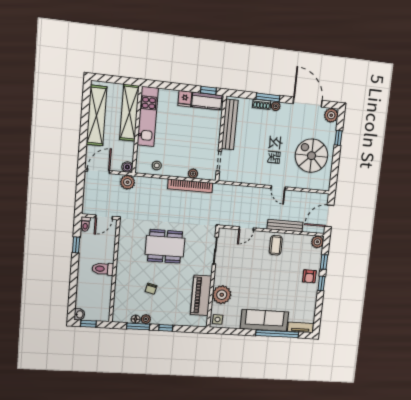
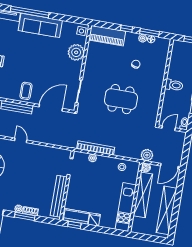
shelving: (129, 113) -> (143, 195), moved
door: (246, 229) -> (51, 108), width x1.87
piano: (201, 295) -> (107, 36), moved, turned 90

